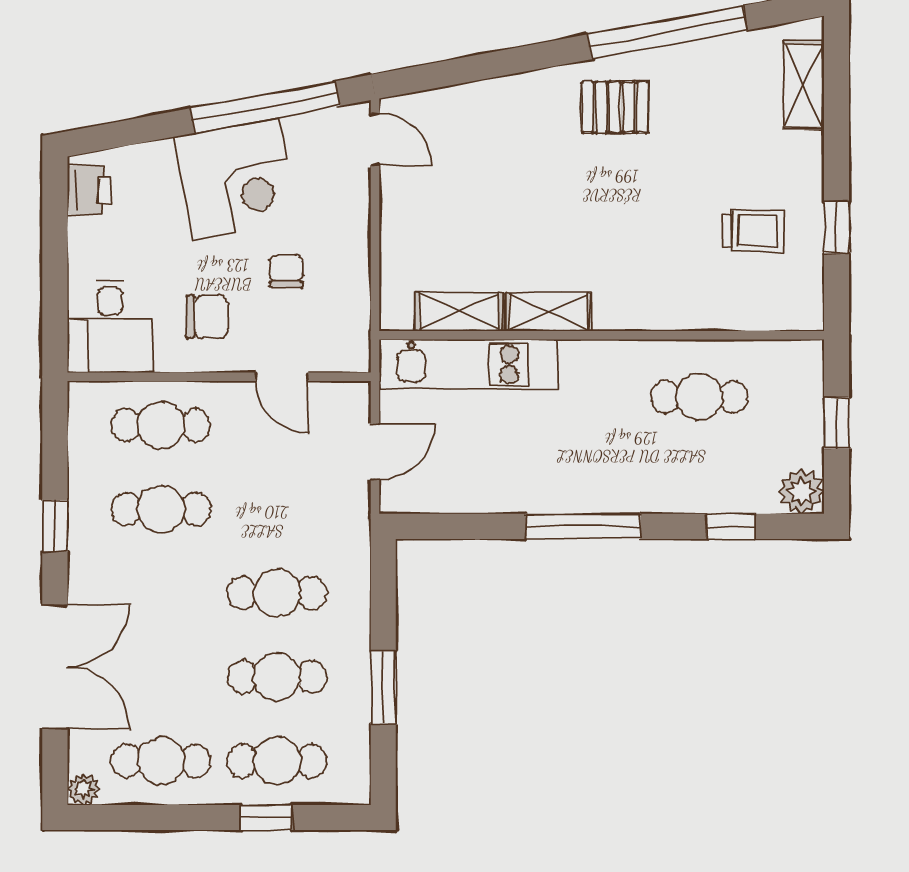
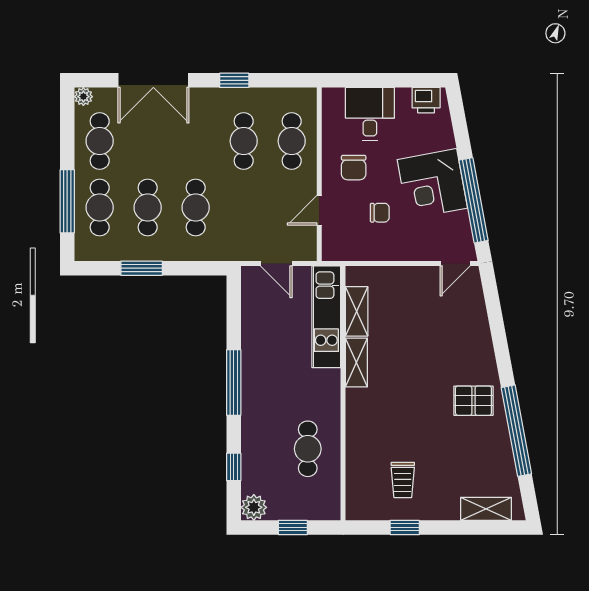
pallet: (615, 107) -> (473, 401), turned 90
desk: (110, 326) -> (370, 114), moved, turned 90
window: (266, 818) -> (67, 201), width x2.17

